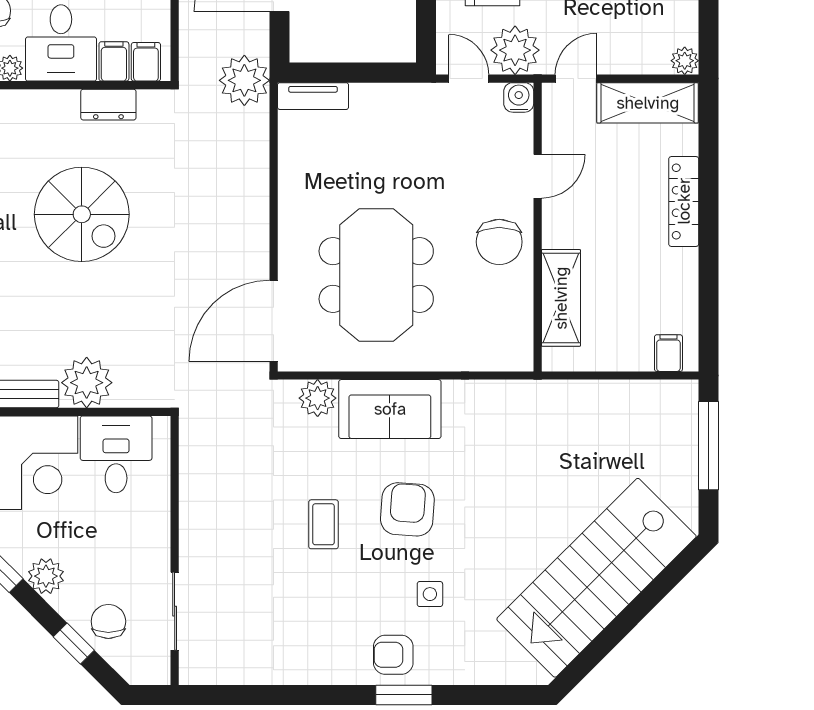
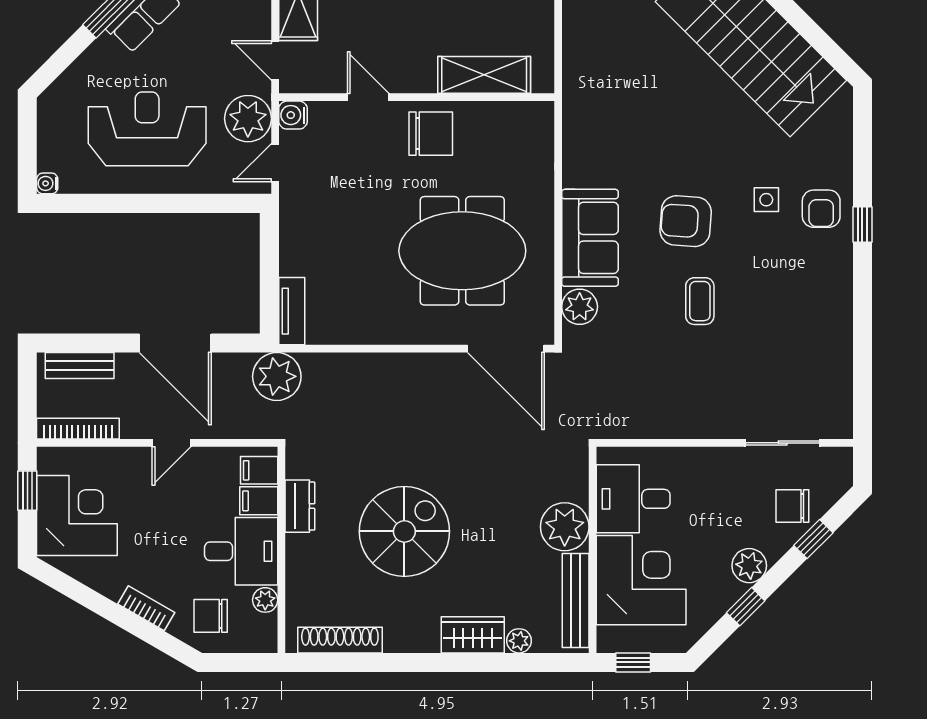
coffee table: (324, 524) -> (700, 301), turned 90
armchair: (393, 655) -> (821, 209), moved
window: (404, 695) -> (862, 225), width x0.67

